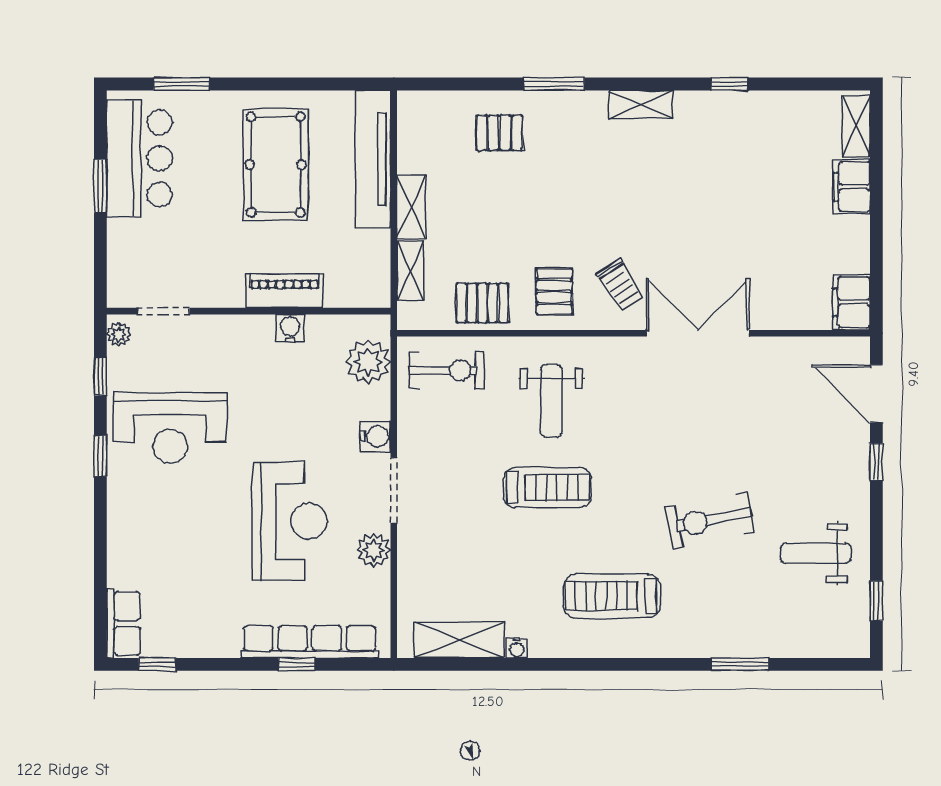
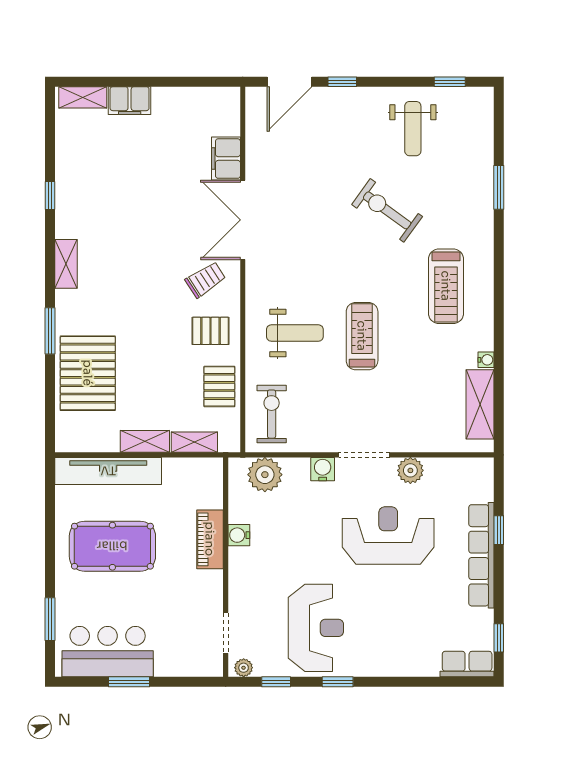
pallet: (499, 133) -> (88, 373), width x2.05, depth x2.00
filing cabinet: (851, 302) -> (226, 159), moved, turned 90
exercise bike: (710, 520) -> (387, 210), turned 137
row of seats: (310, 642) -> (481, 555), moved

